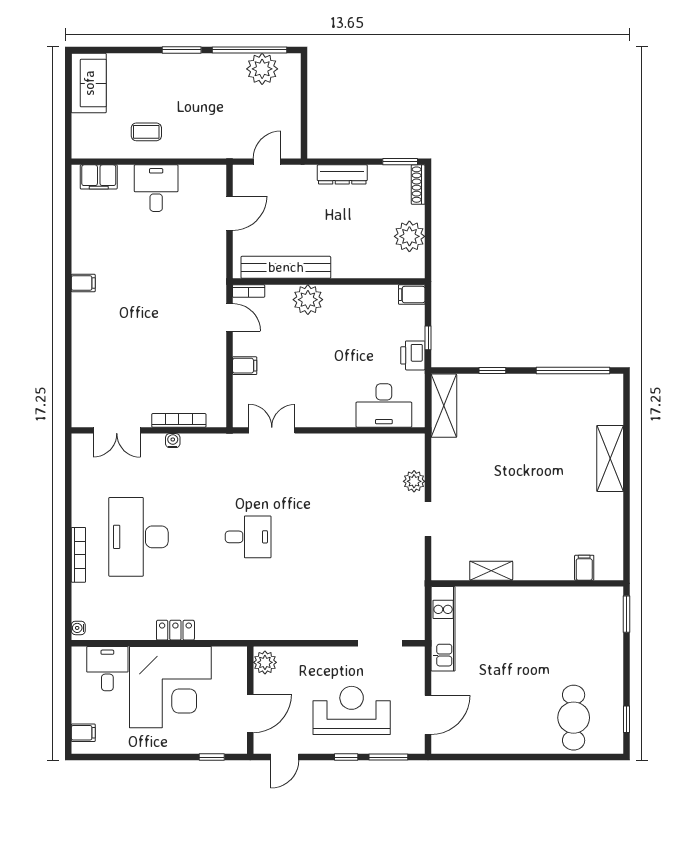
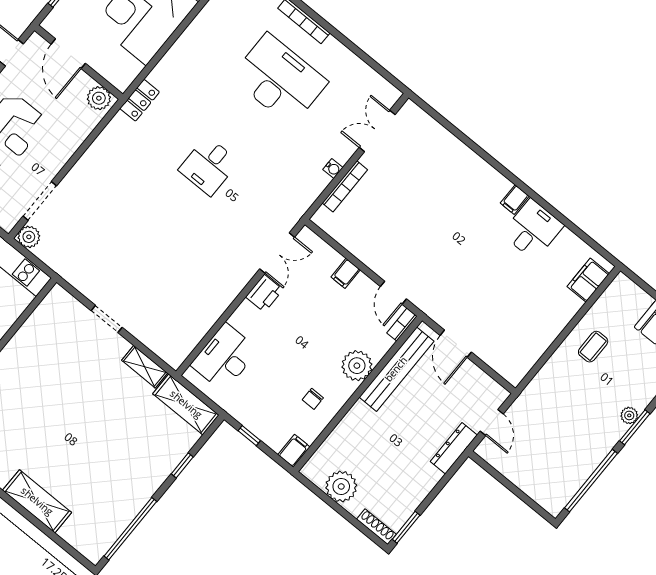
plant: (262, 69) -> (629, 415), moved, width x0.53, depth x0.53
dresser: (342, 174) -> (454, 448), moved
desk: (156, 188) -> (533, 229), moved, turned -90
door: (230, 213) -> (456, 344), moved
chair: (360, 312) -> (313, 399), added
door: (230, 317) -> (393, 293), hinge flipped
printer: (413, 355) -> (264, 293), moved, turned 90
plant: (414, 481) -> (29, 237), moved
shelving: (491, 571) -> (145, 367), moved, turned 90
locker: (175, 630) -> (140, 100), moved

